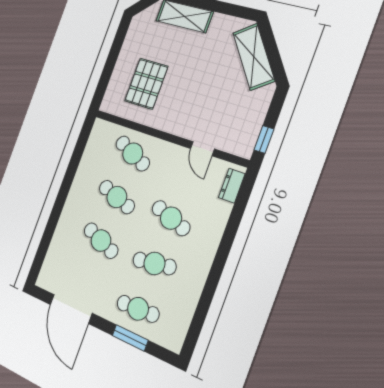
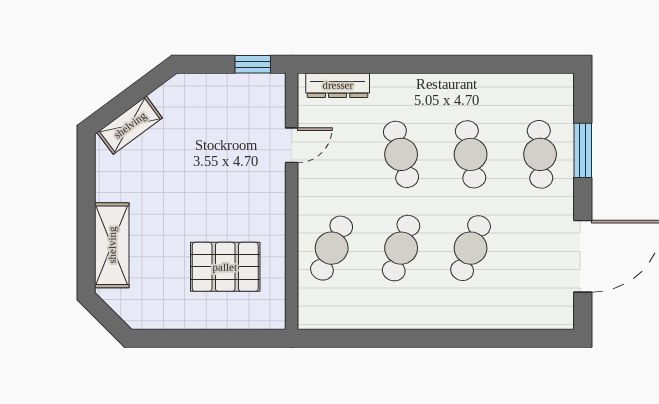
shelving: (254, 57) -> (130, 125), width x0.67, depth x0.75
dresser: (232, 186) -> (338, 85), width x1.44
cafe table: (171, 218) -> (401, 154), turned -33

